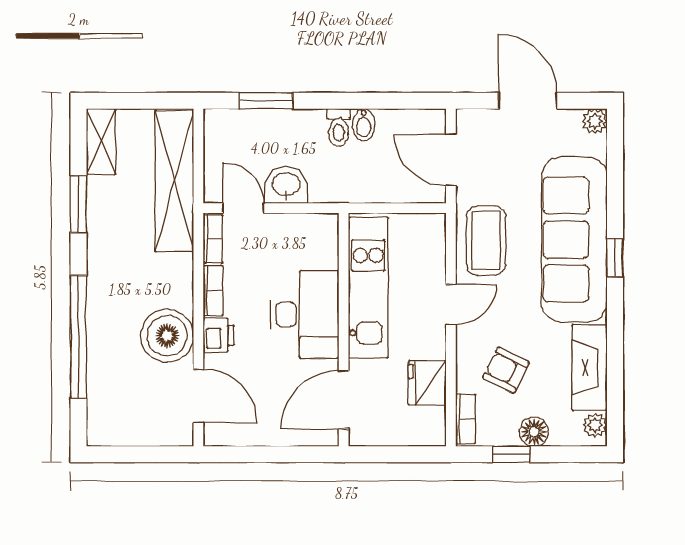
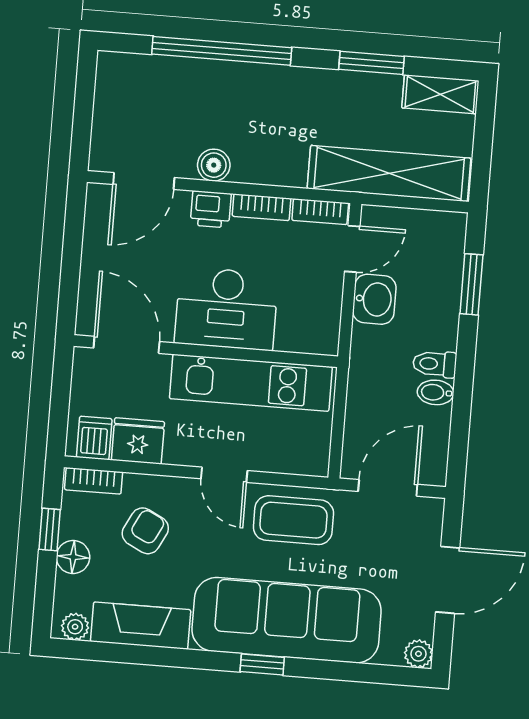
boiler: (167, 336) -> (214, 165), width x0.54, depth x0.54
dishwasher: (428, 422) -> (94, 438), added

